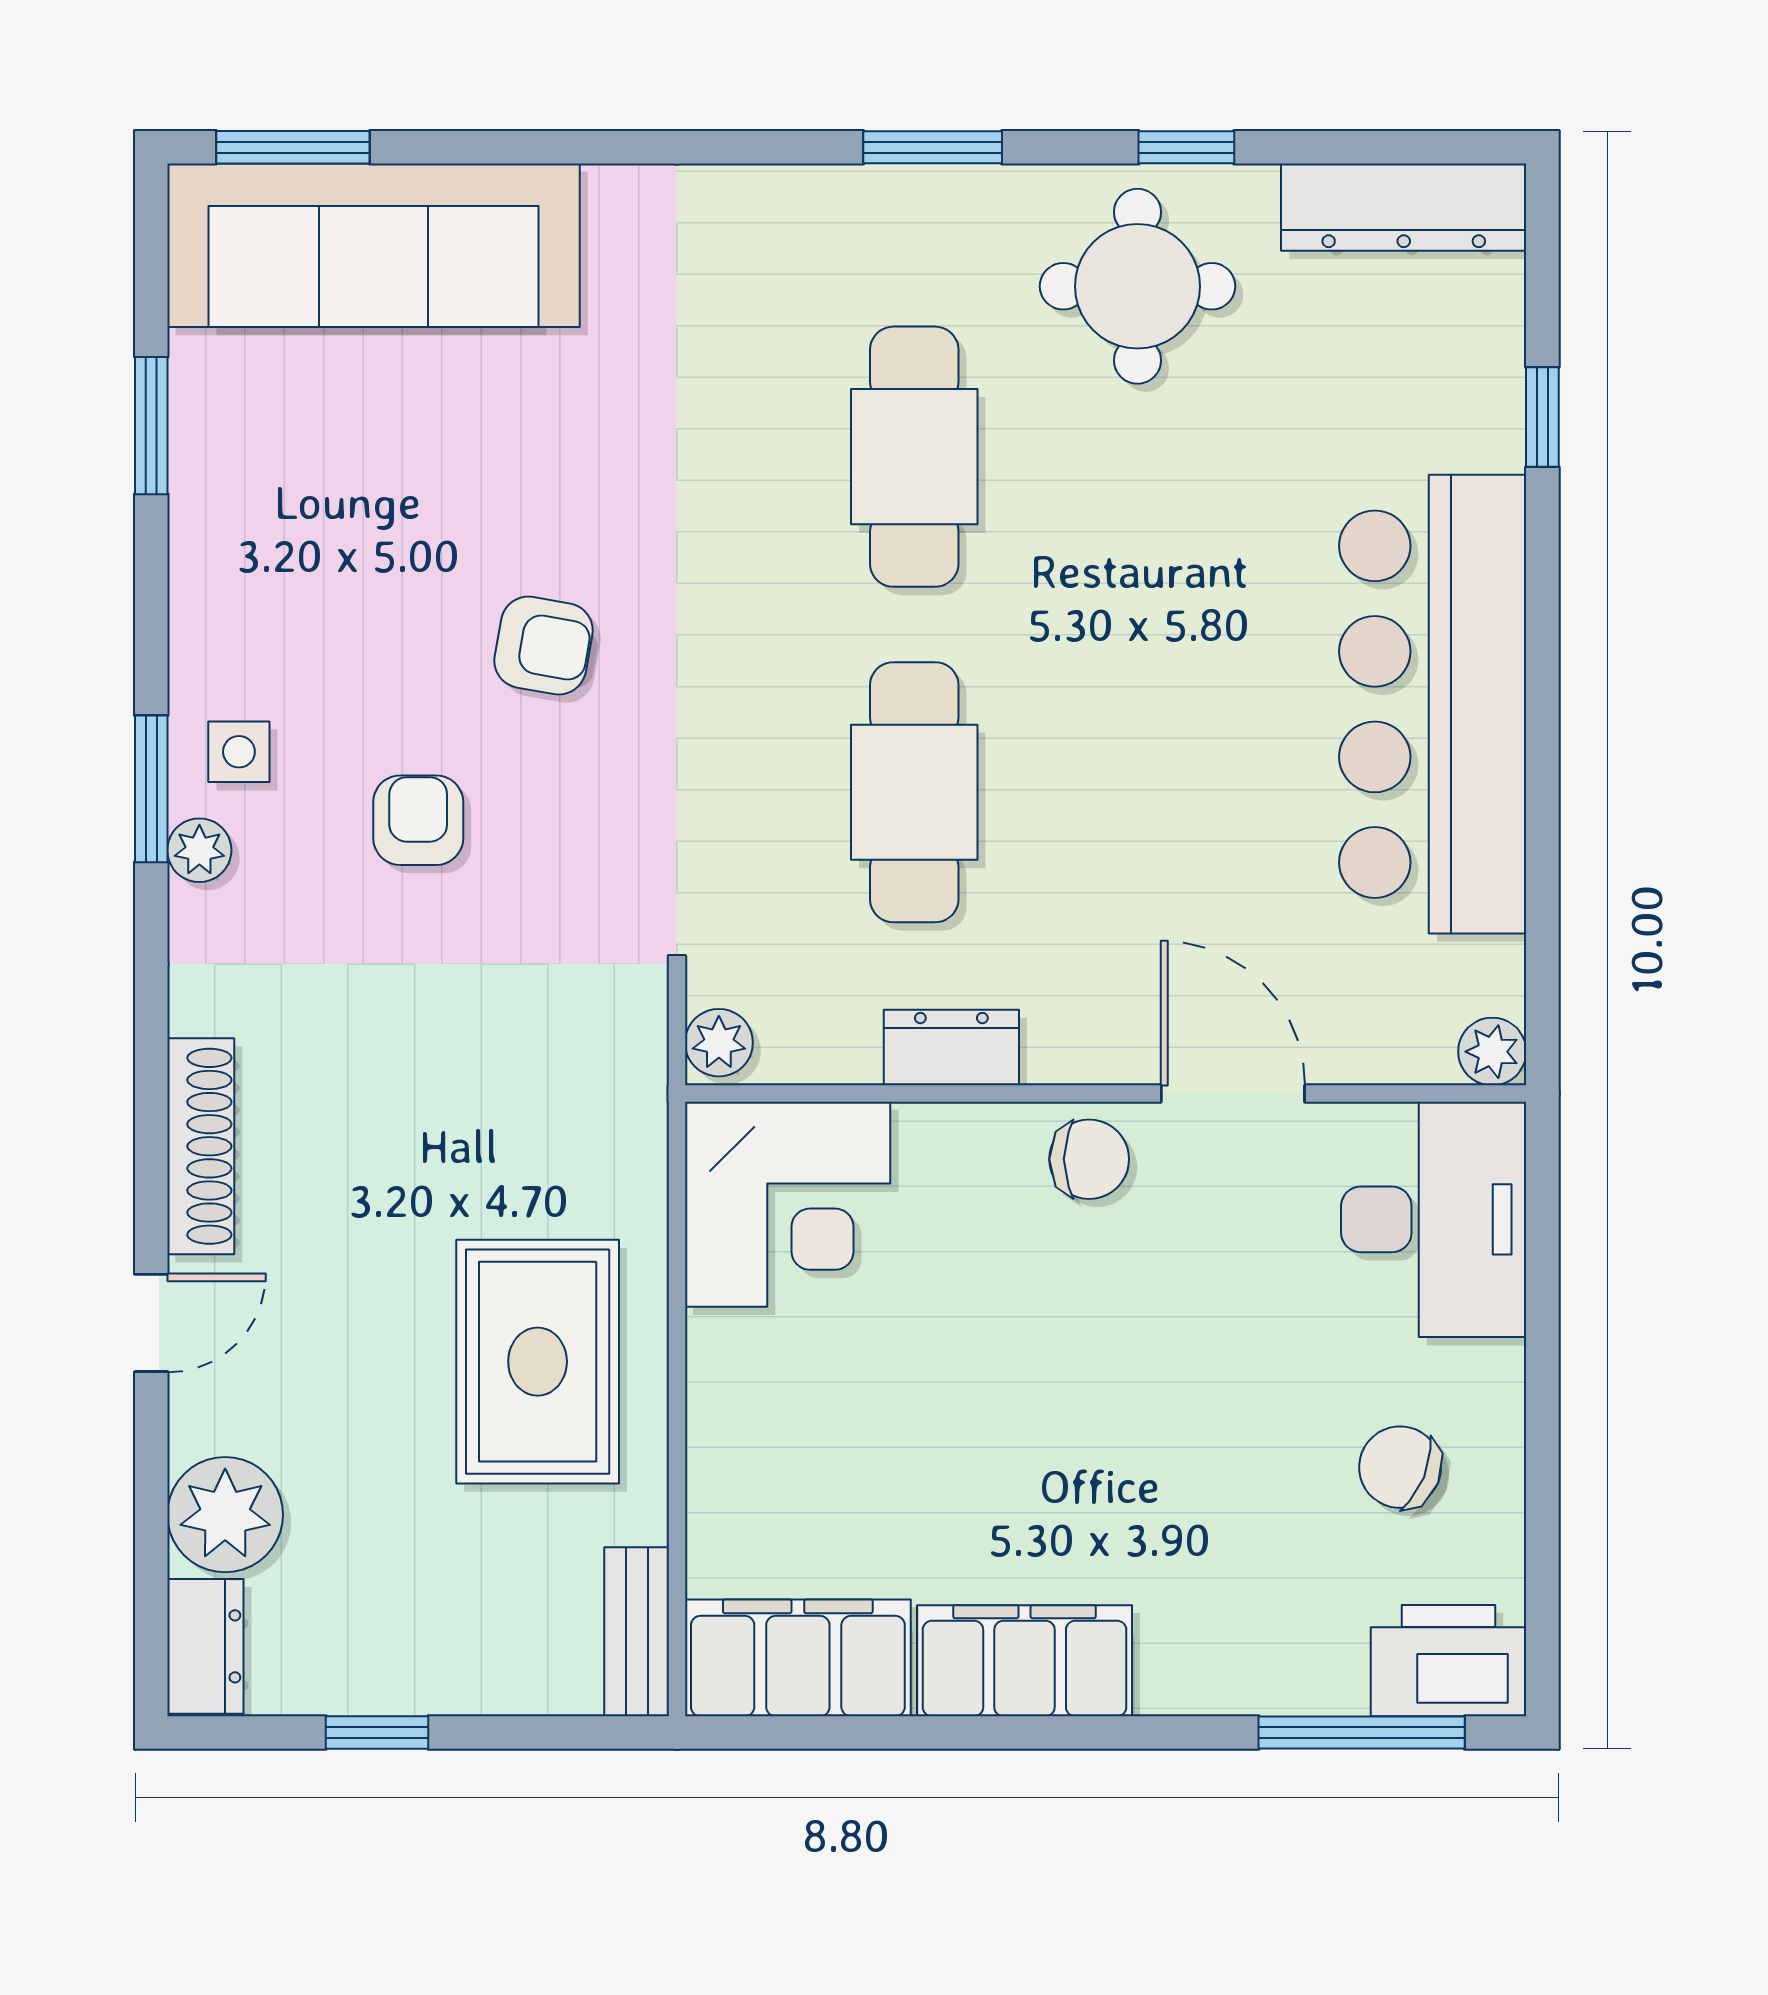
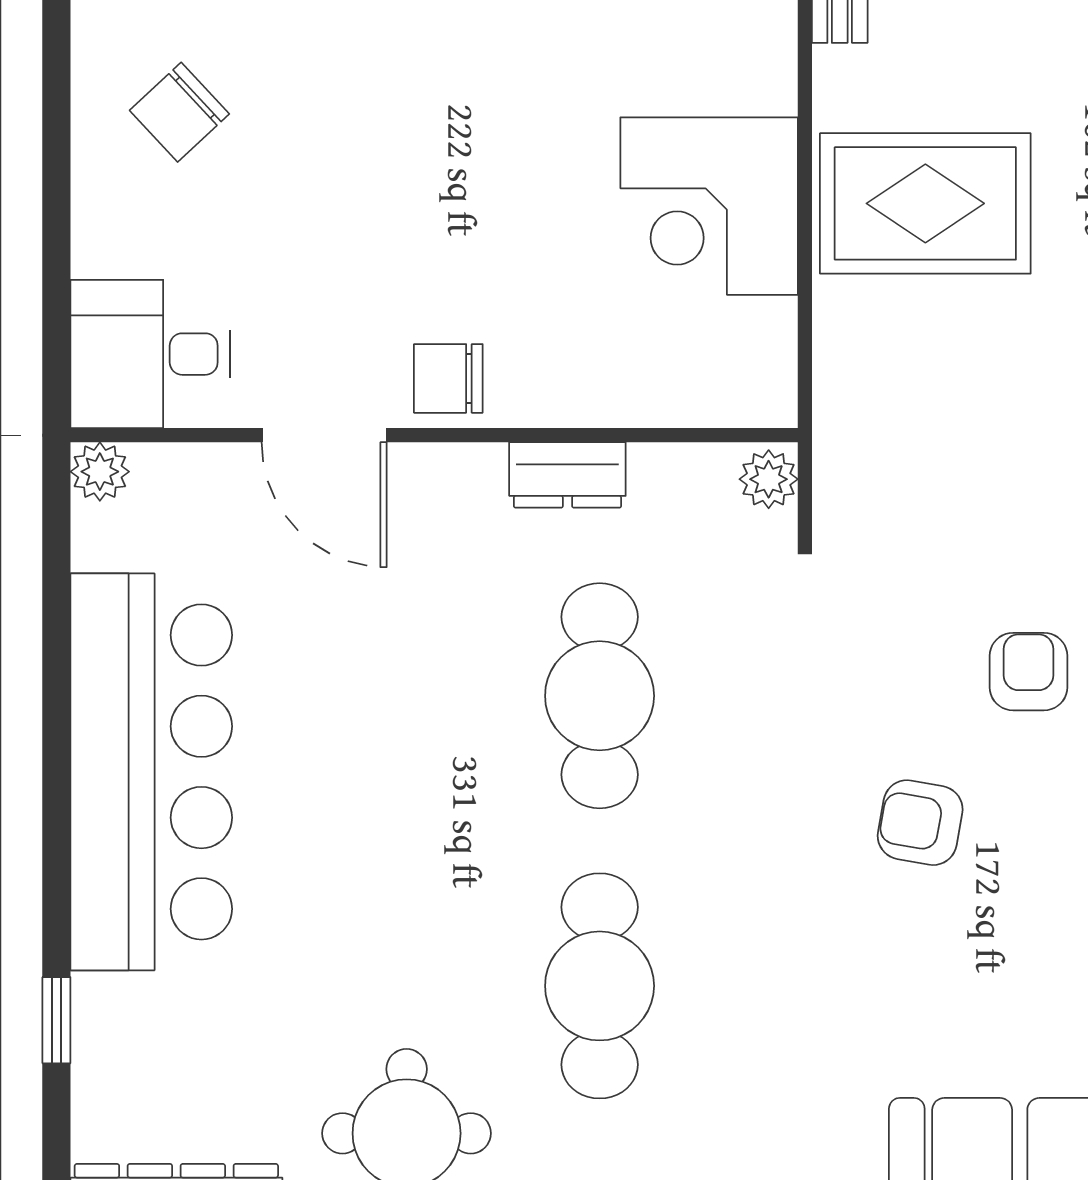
armchair: (418, 820) -> (1028, 672), turned 180
corner desk: (788, 1204) -> (709, 206), moved, turned -90
desk: (1434, 1219) -> (150, 354), width x0.73
rug: (538, 1362) -> (925, 203), turned 90
chair: (1400, 1467) -> (179, 112), turned 115

